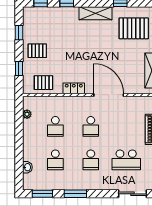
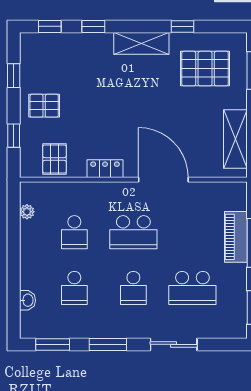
pallet: (43, 83) -> (54, 159), turned 90
school desk: (91, 126) -> (133, 232), width x1.85
sliding door: (132, 194) -> (174, 344), moved

